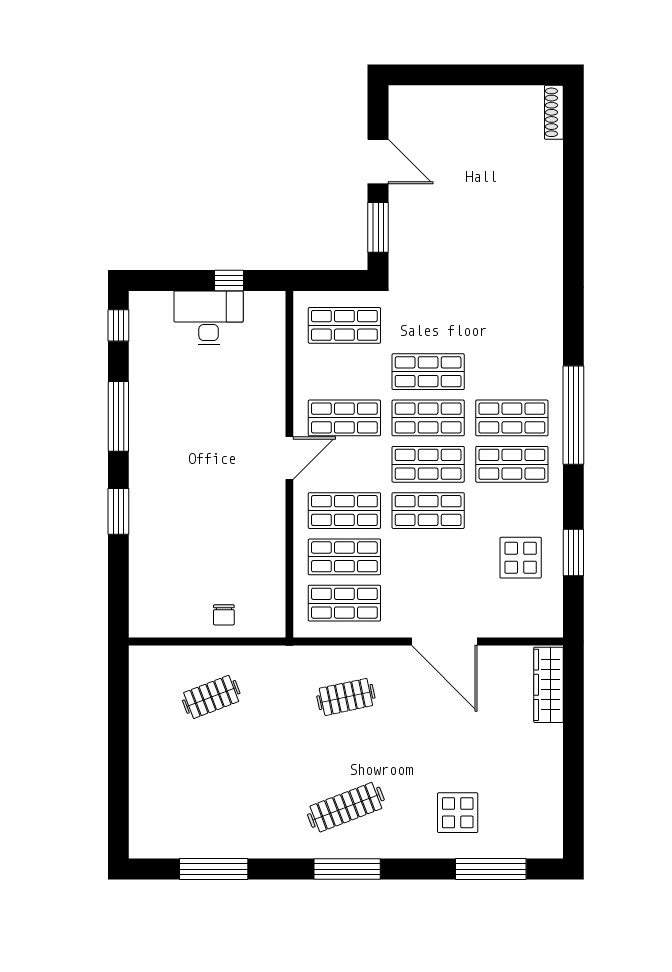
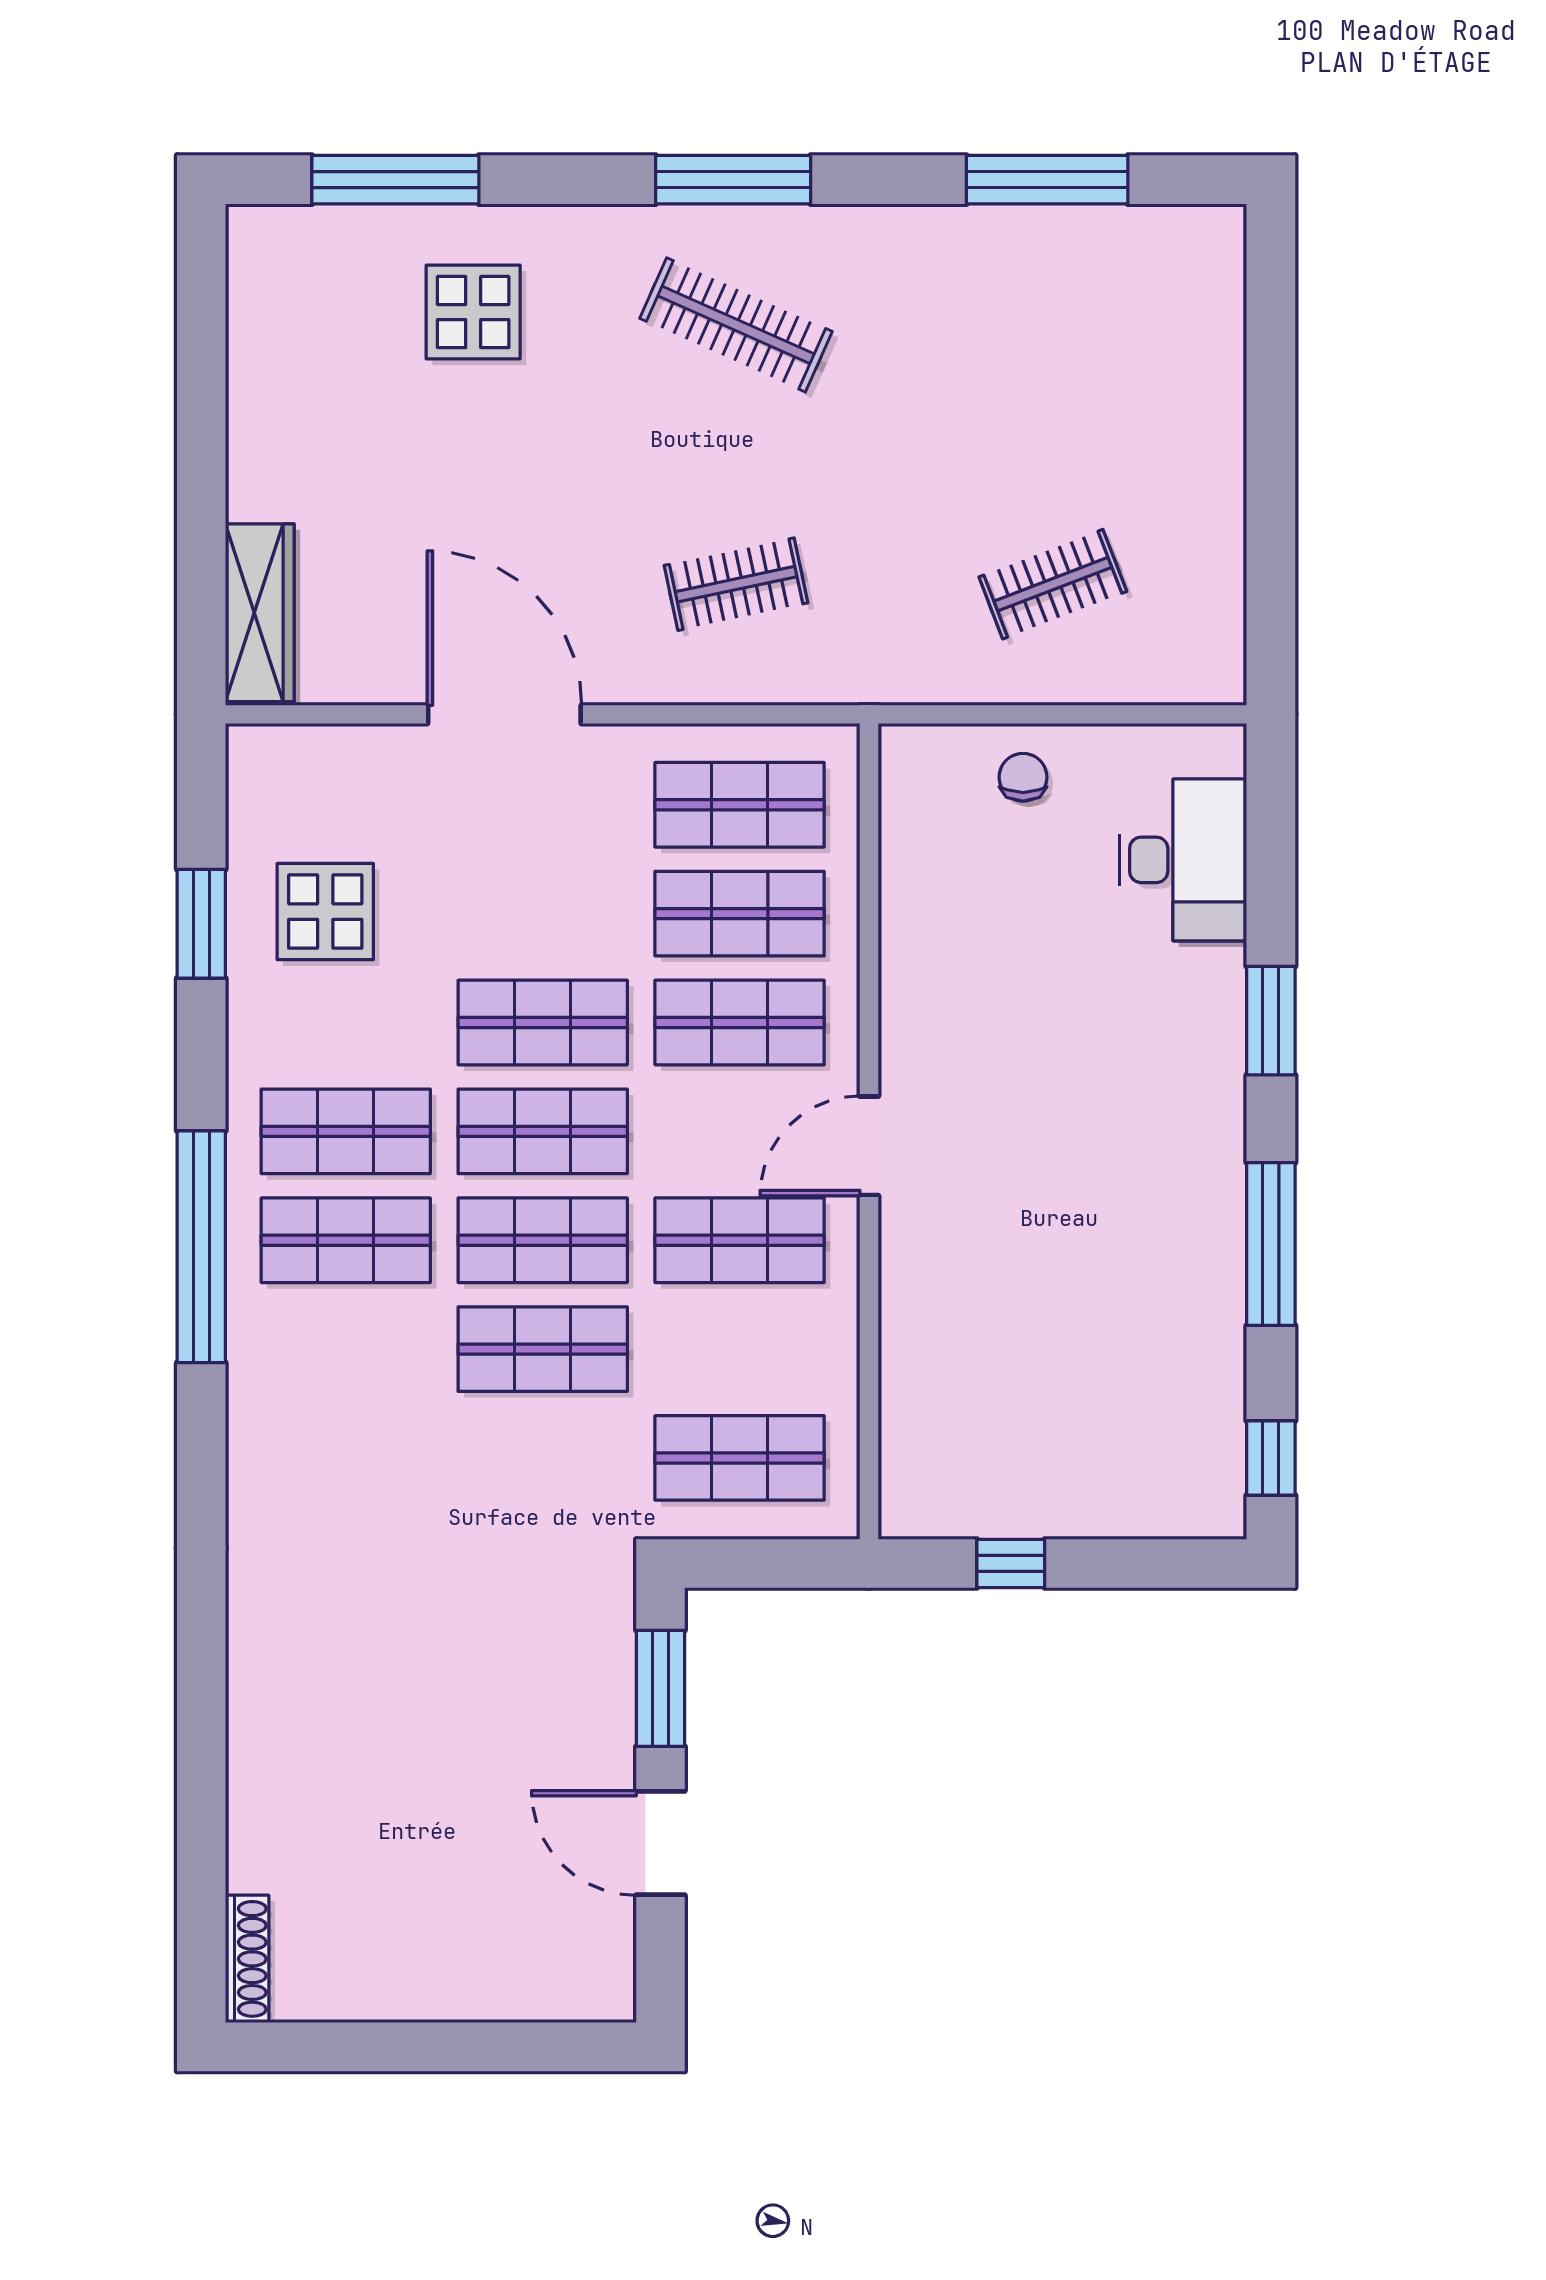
desk: (209, 318) -> (1183, 860), moved, turned -90
clothes rail: (346, 807) -> (736, 325), turned 45

